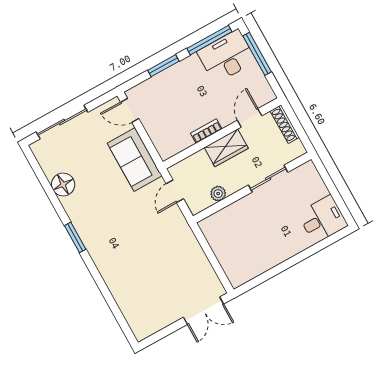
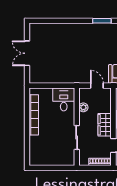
desk: (323, 219) -> (64, 99), moved, turned 180
bookcase: (270, 261) -> (34, 115), added
double door: (204, 311) -> (27, 53), moved

